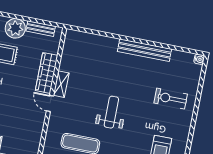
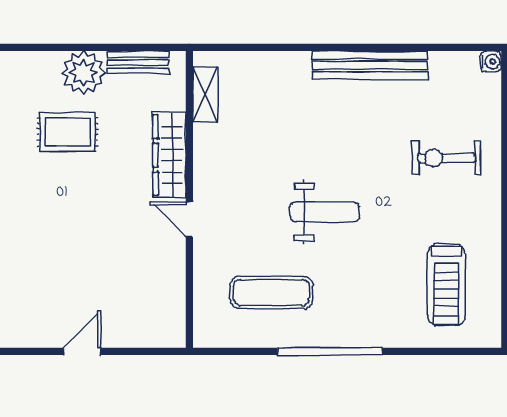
shelving: (61, 84) -> (205, 94), moved
weight bench: (111, 112) -> (325, 212), turned 90

